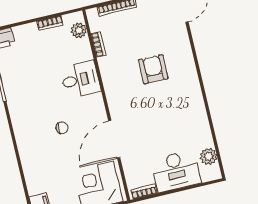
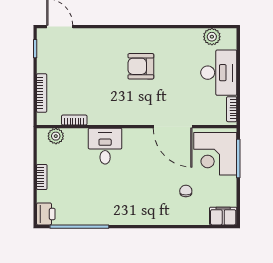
bookcase: (50, 23) -> (42, 177), moved
armchair: (153, 69) -> (141, 66), moved
chair: (62, 128) -> (186, 191), moved

